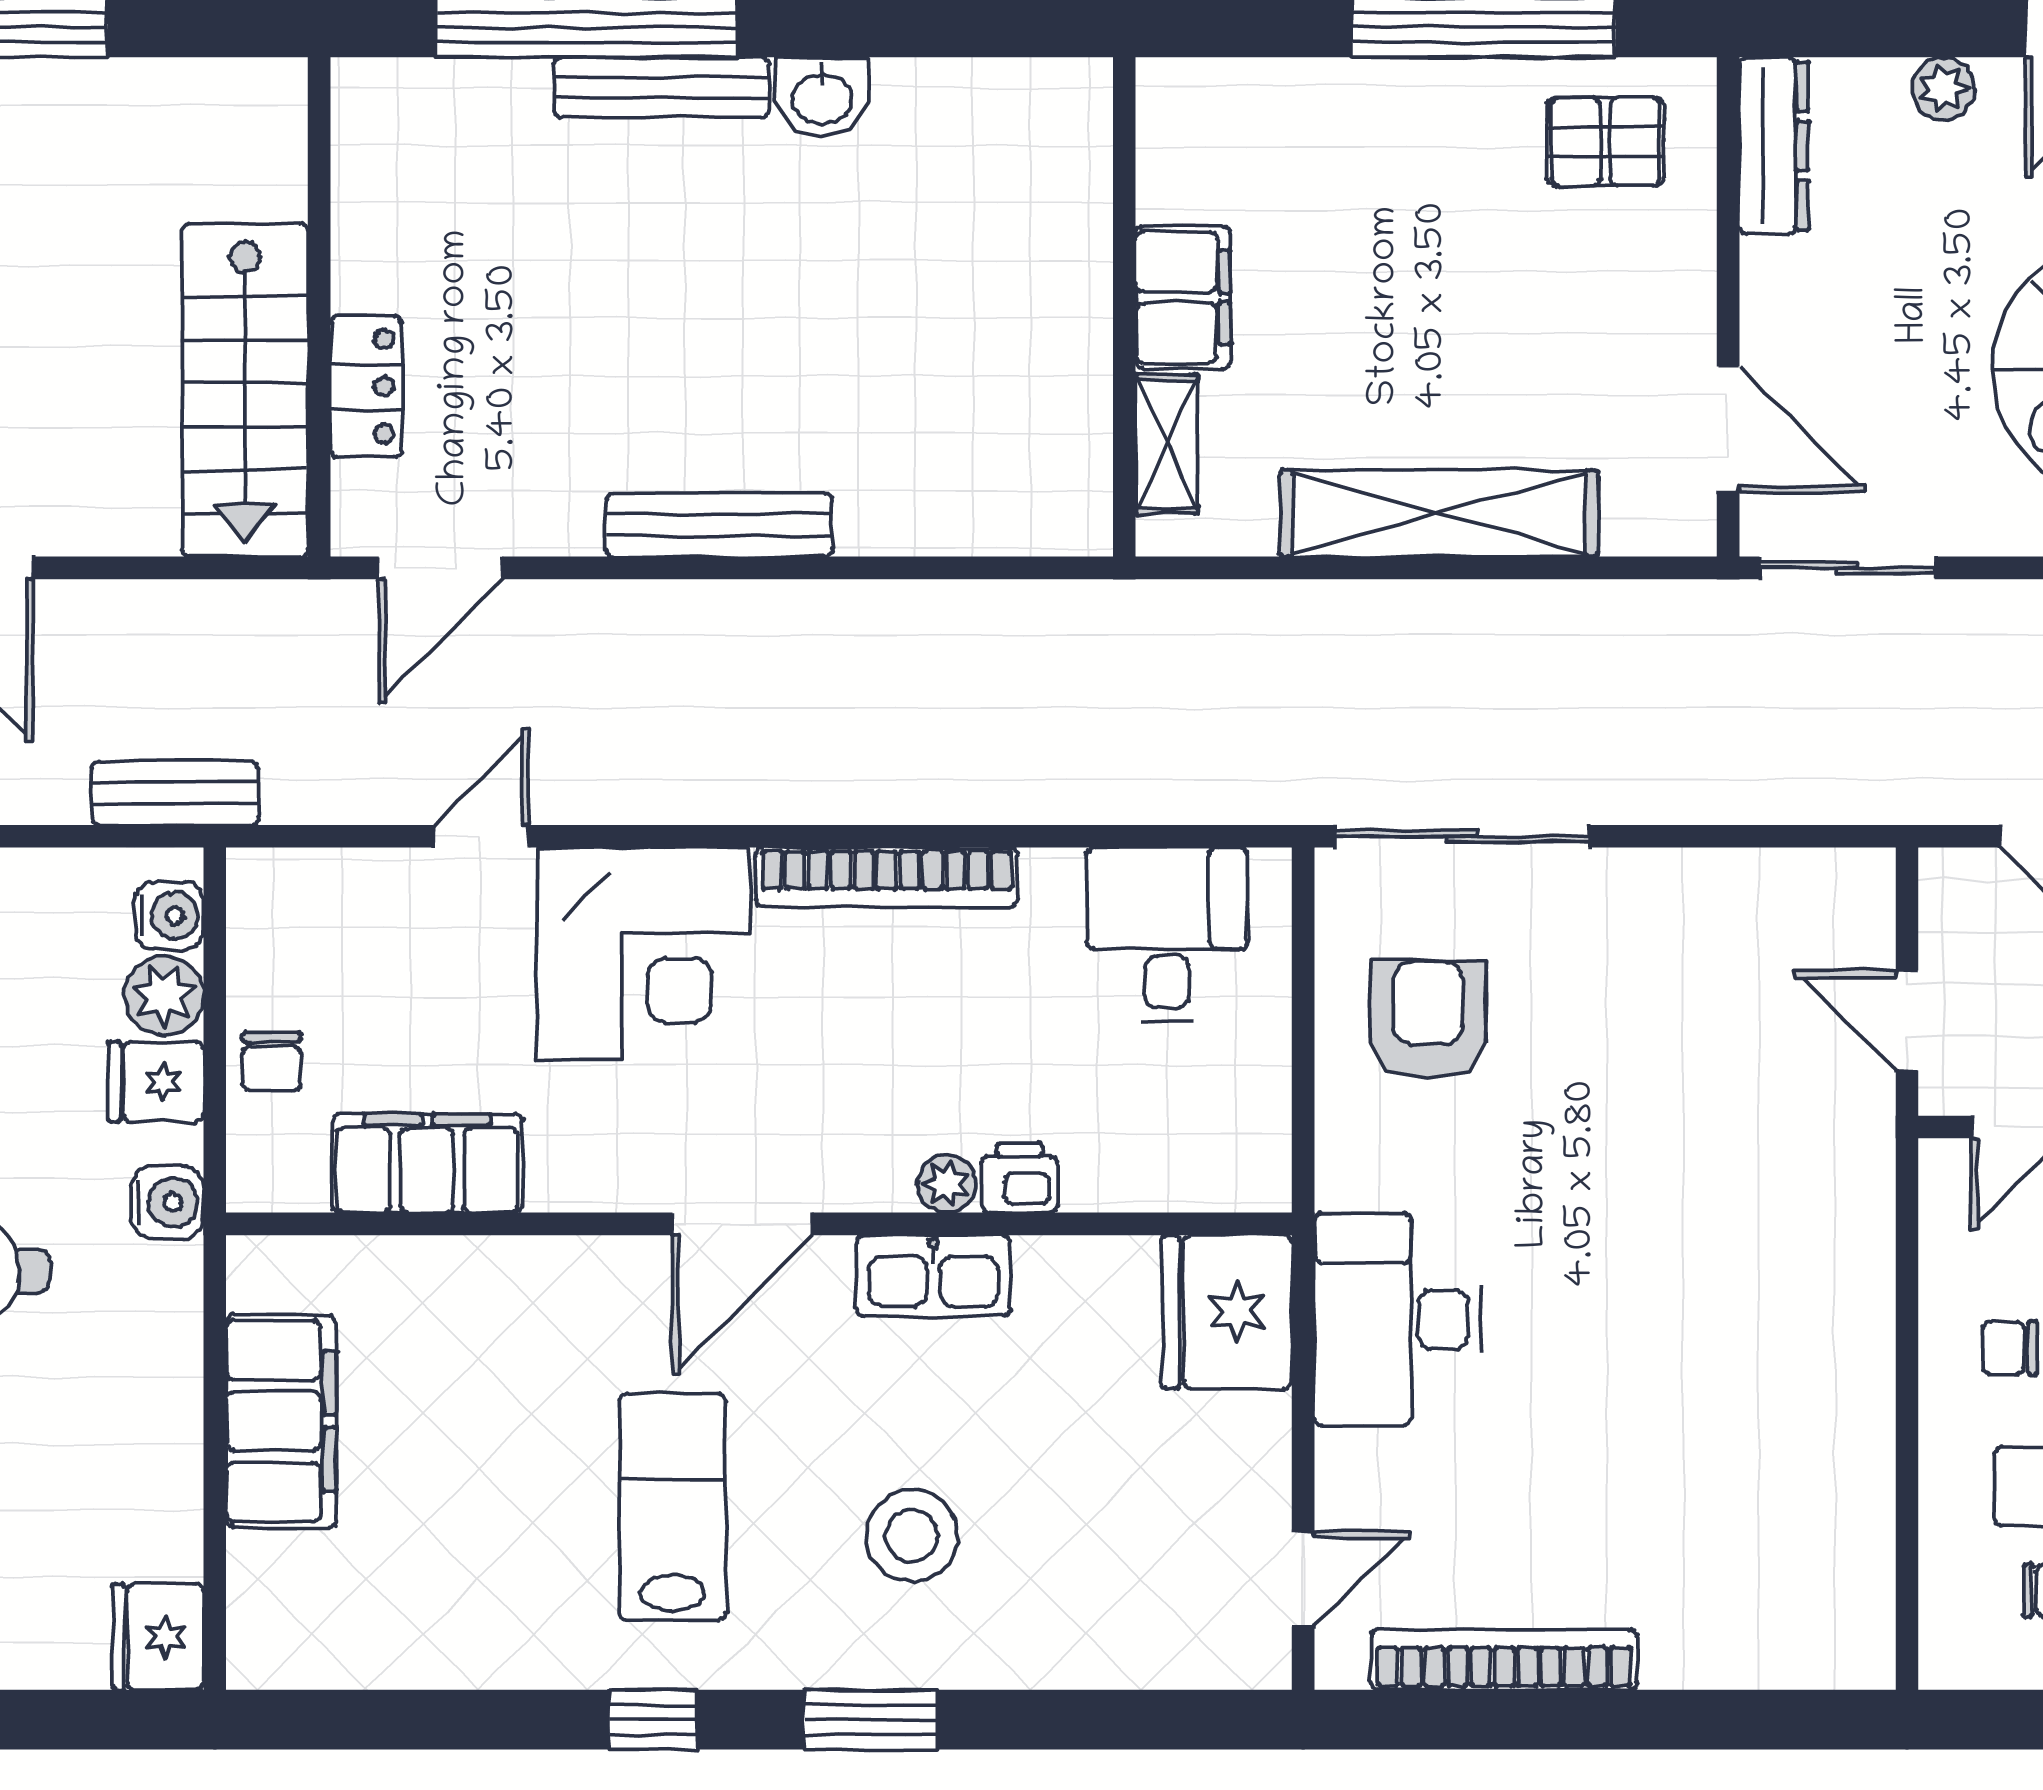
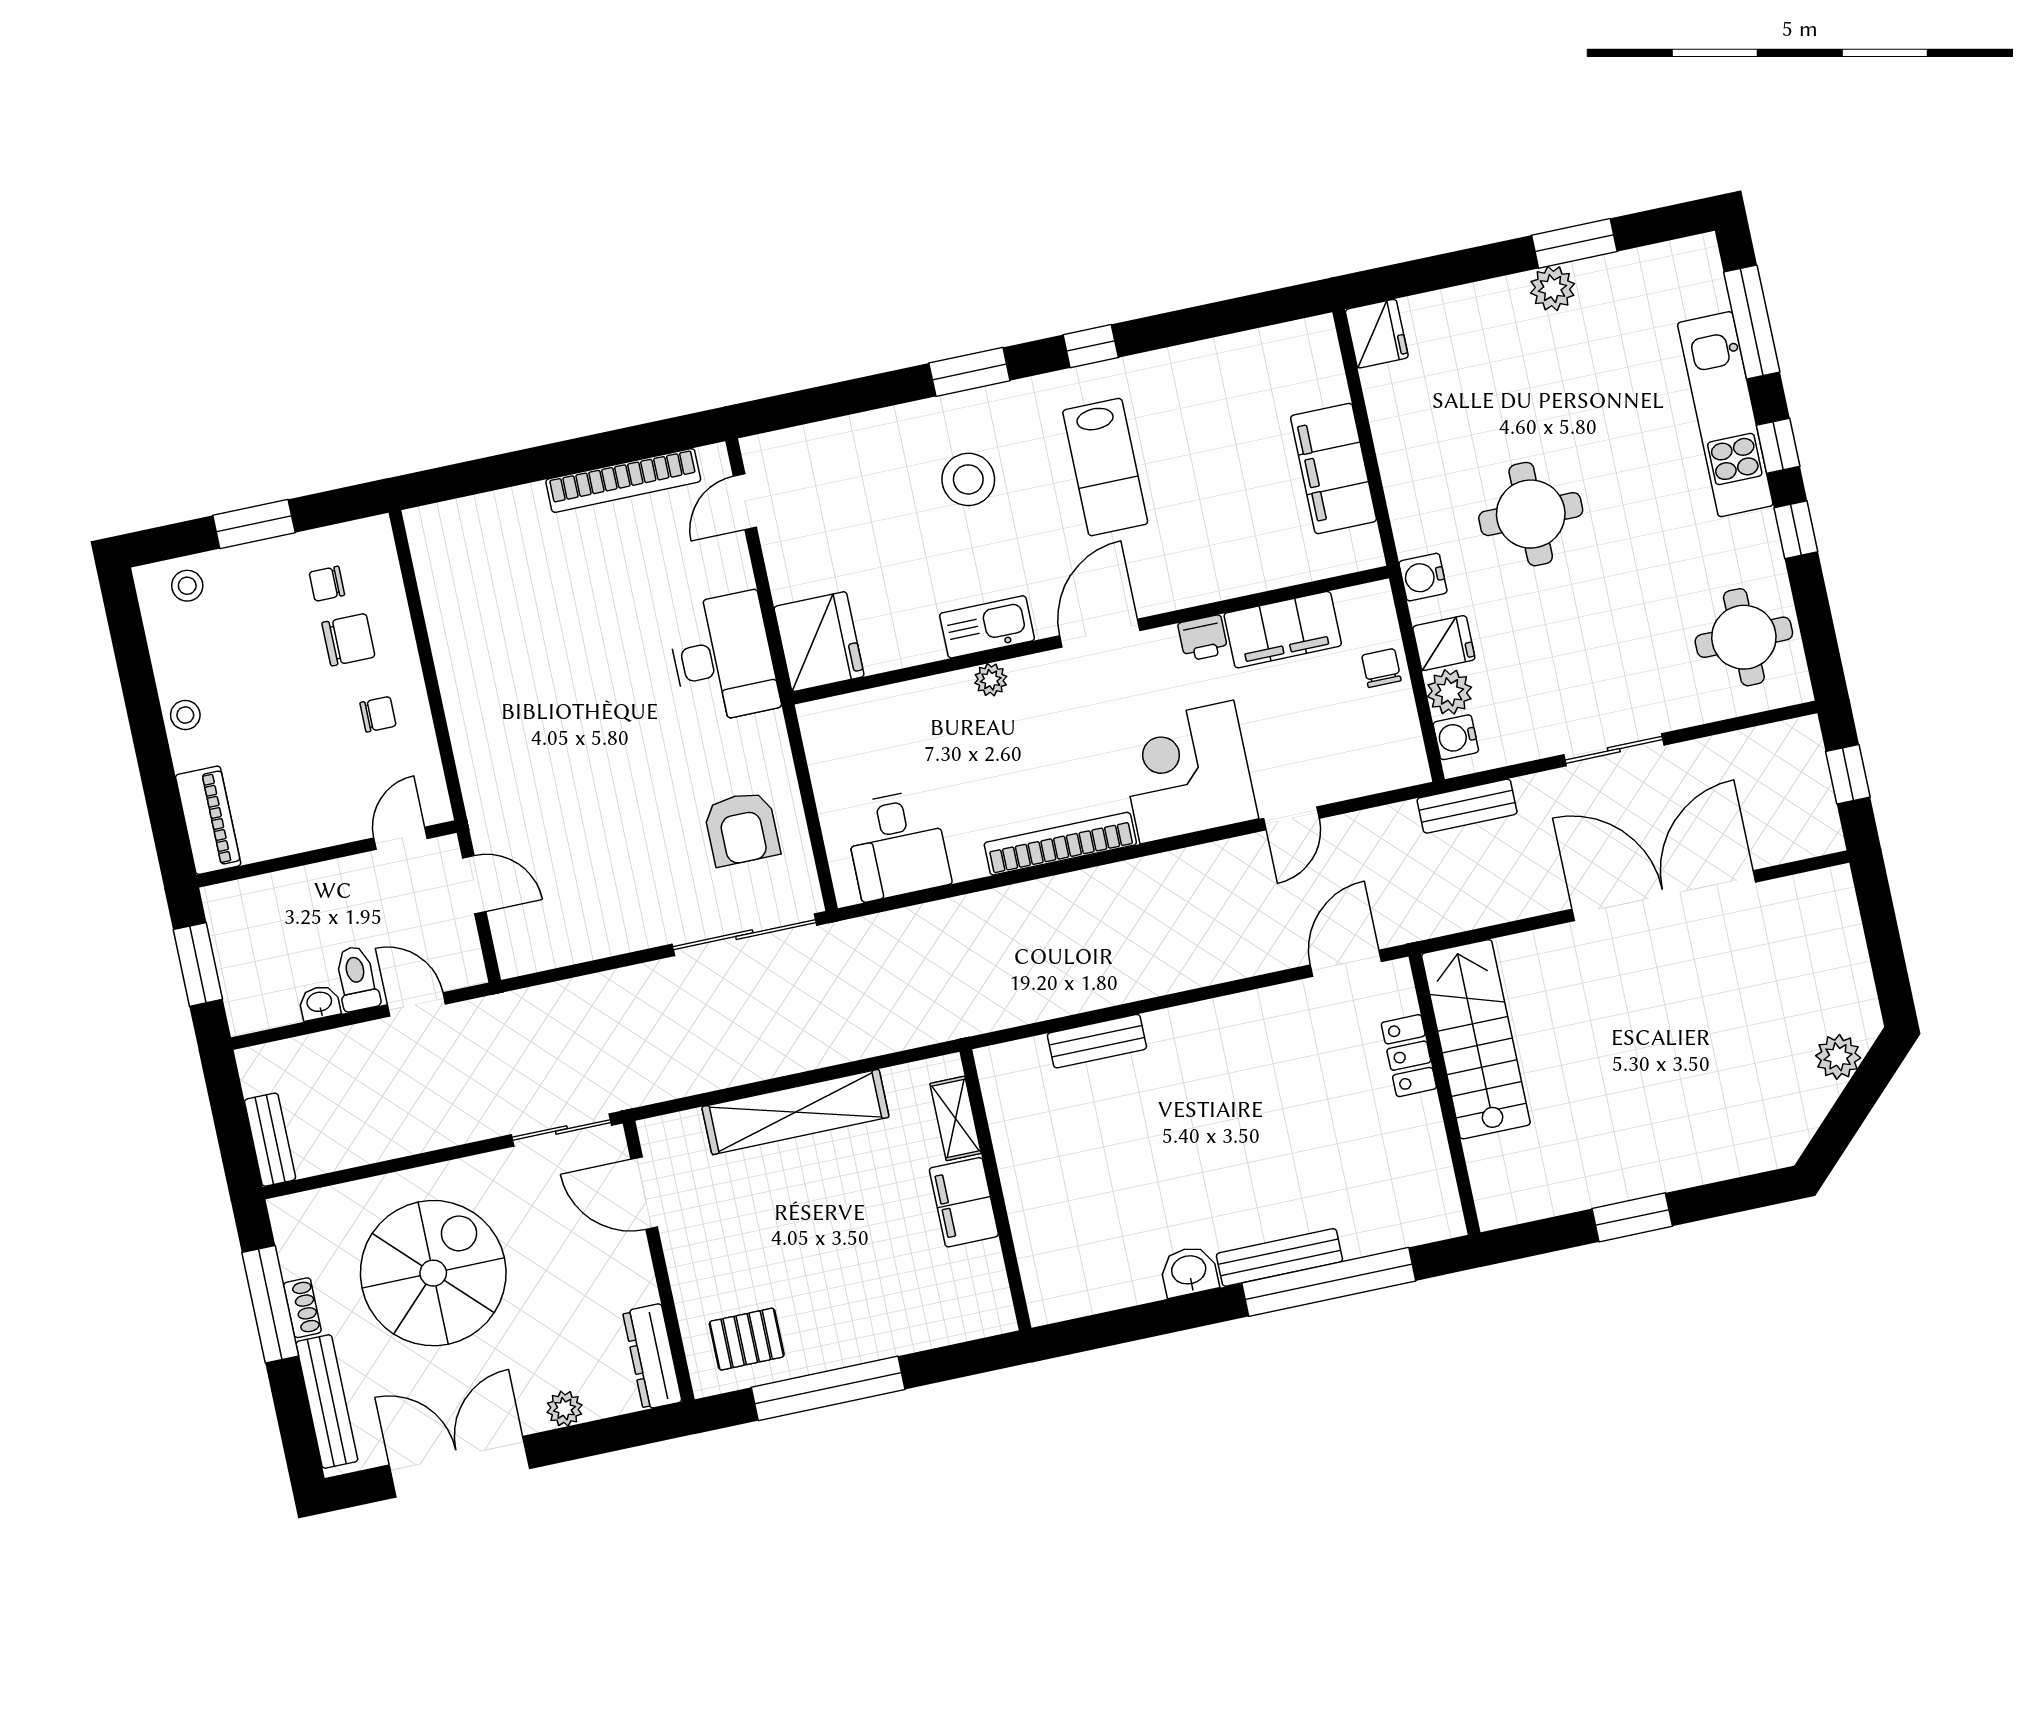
bench: (719, 525) -> (1097, 1041), moved, width x0.73
printer: (1020, 1178) -> (1203, 638), moved

